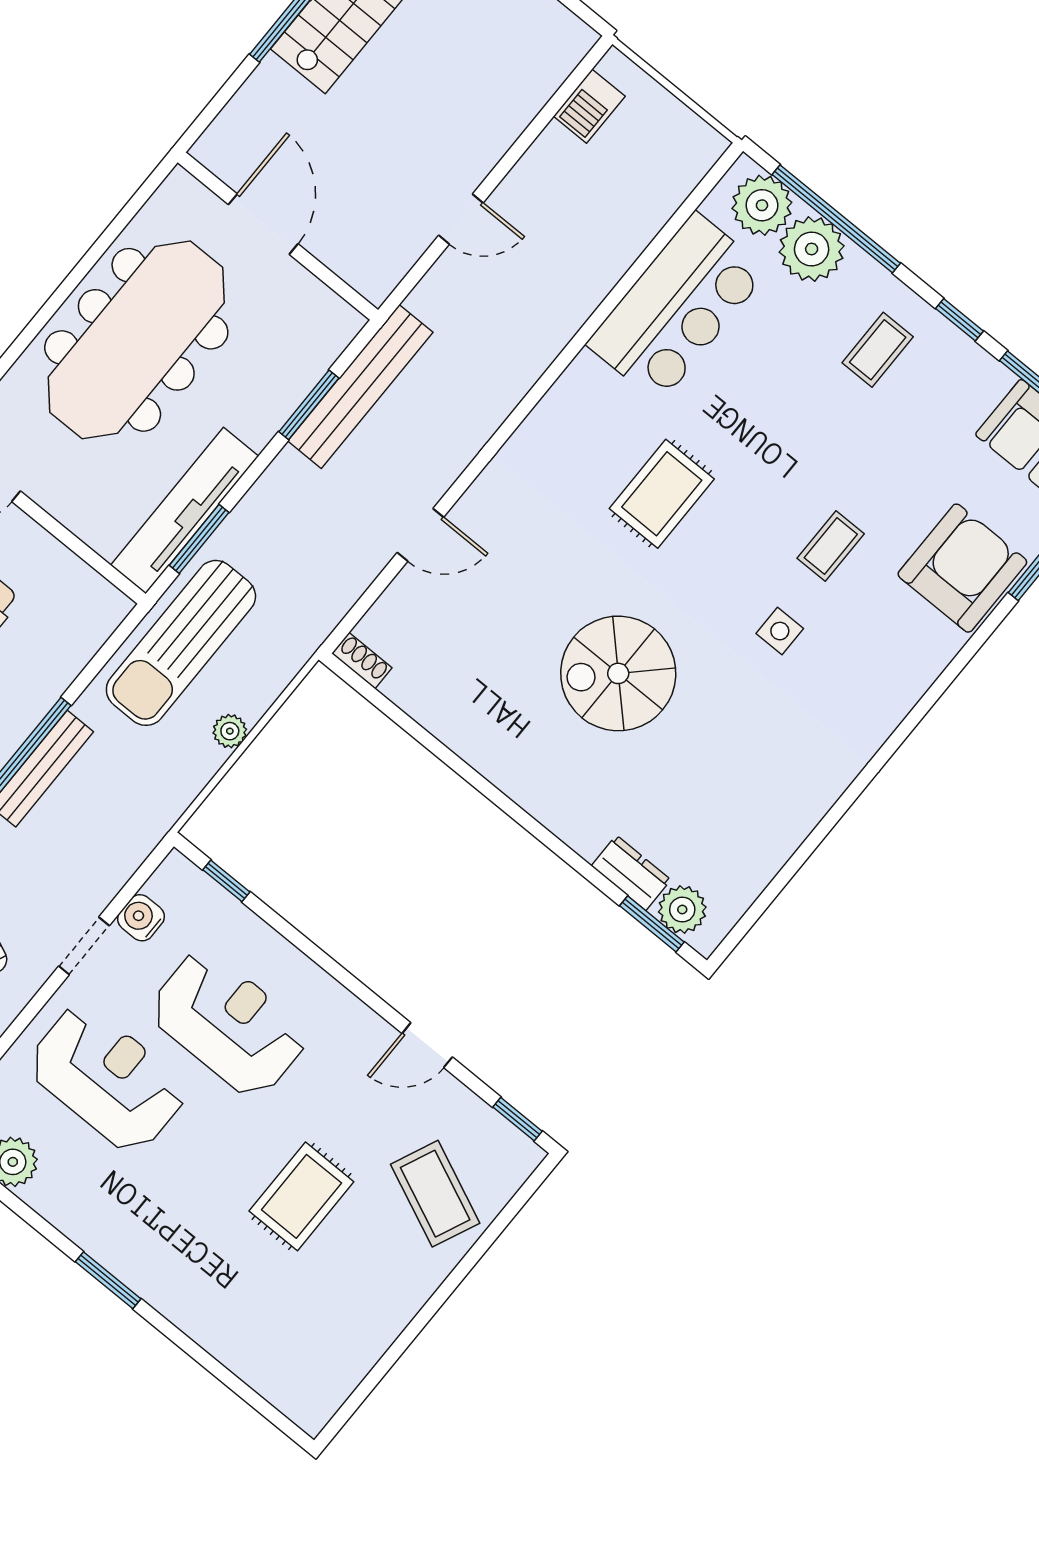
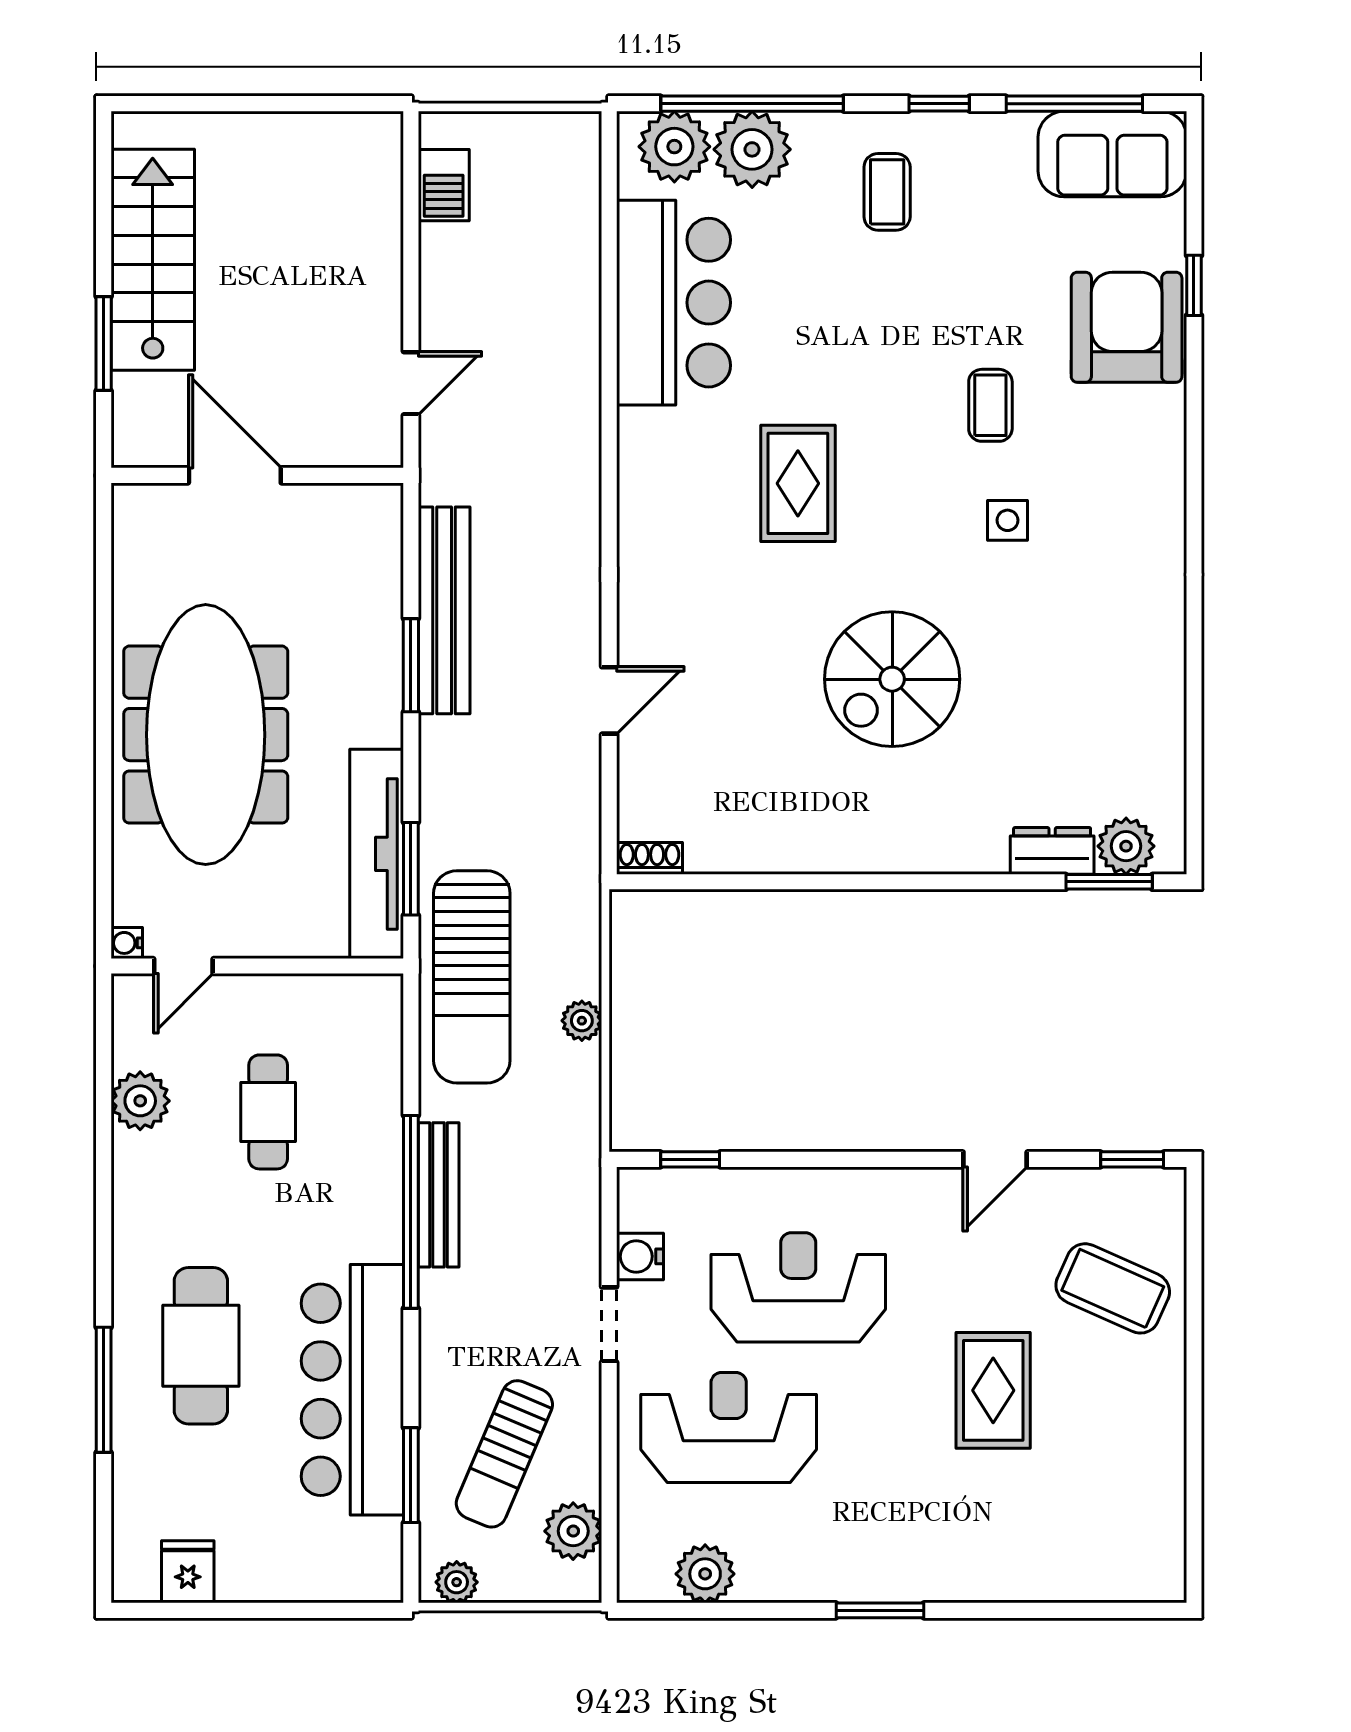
door: (263, 224) -> (235, 475), moved
wall: (278, 236) -> (257, 475), moved

